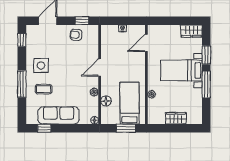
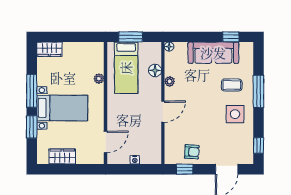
wardrobe: (191, 31) -> (62, 156), moved
wardrobe: (176, 118) -> (49, 49), moved

